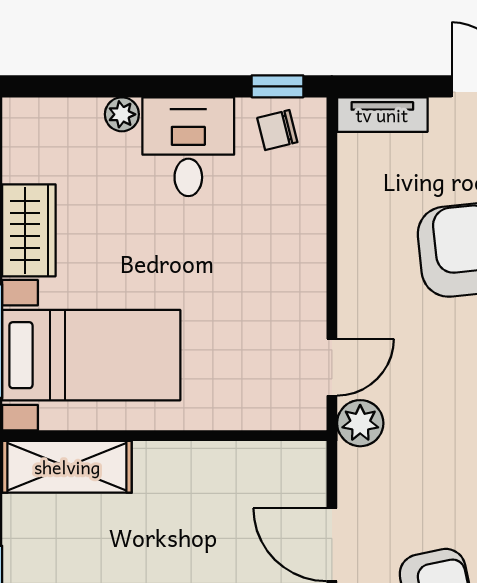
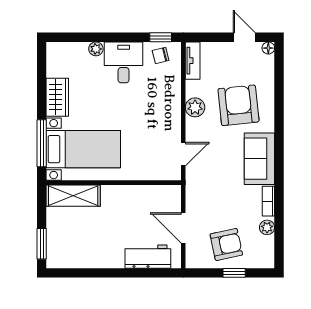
tv unit: (382, 115) -> (193, 61), moved, turned -90
plant: (360, 423) -> (195, 107), moved

